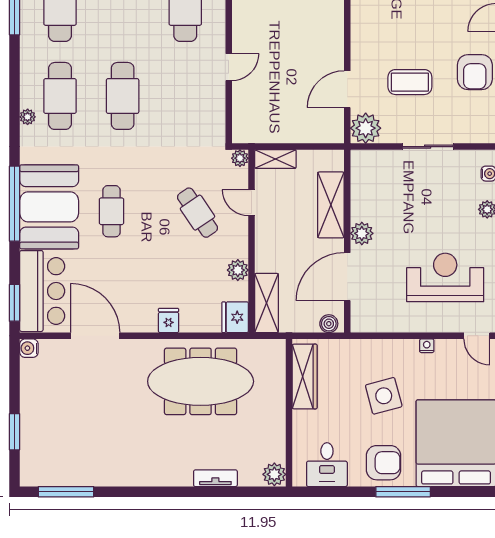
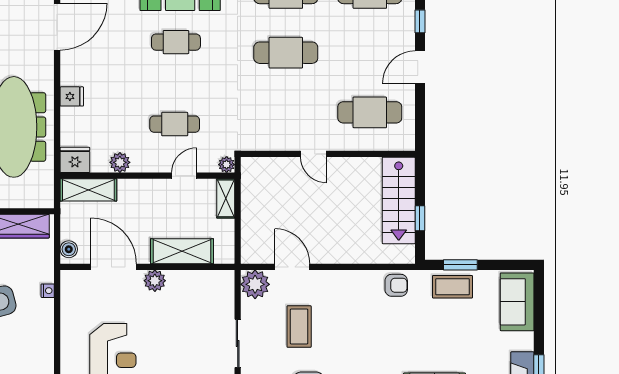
cafe table: (198, 213) -> (175, 124), turned 34
nightstand: (427, 346) -> (48, 291), moved

